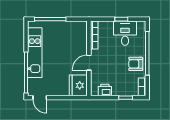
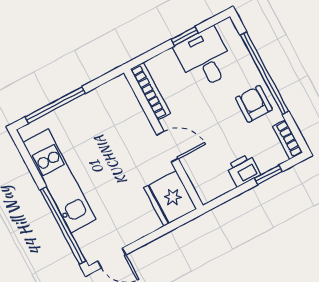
door: (89, 63) -> (168, 147), swing flipped
armchair: (136, 64) -> (254, 104), turned 90
printer: (105, 90) -> (243, 170), moved

